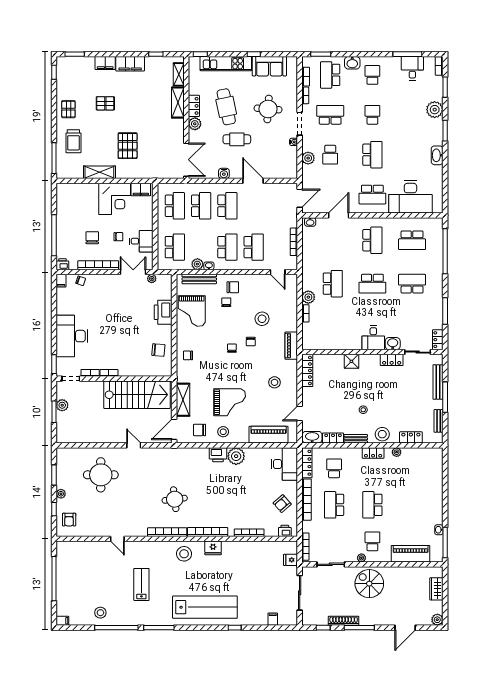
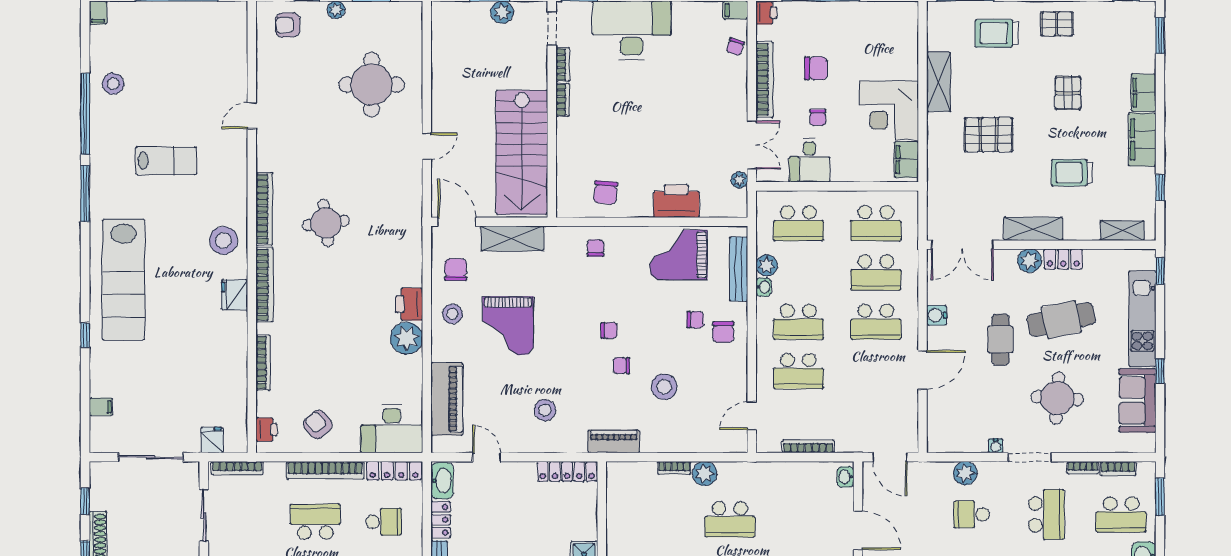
school desk: (330, 75) -> (1121, 514), turned 180
trolley: (148, 101) -> (1072, 173), added
shelving: (178, 103) -> (1033, 229), moved

